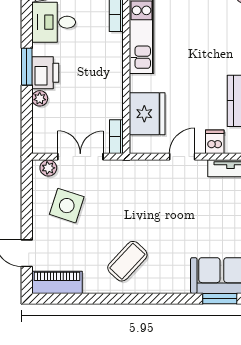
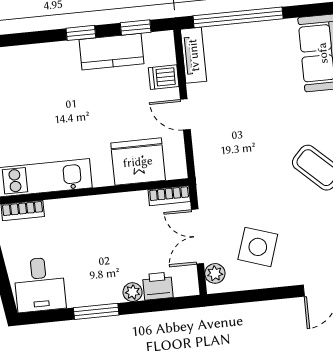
printer: (45, 73) -> (158, 286), moved, width x0.73, depth x0.81

